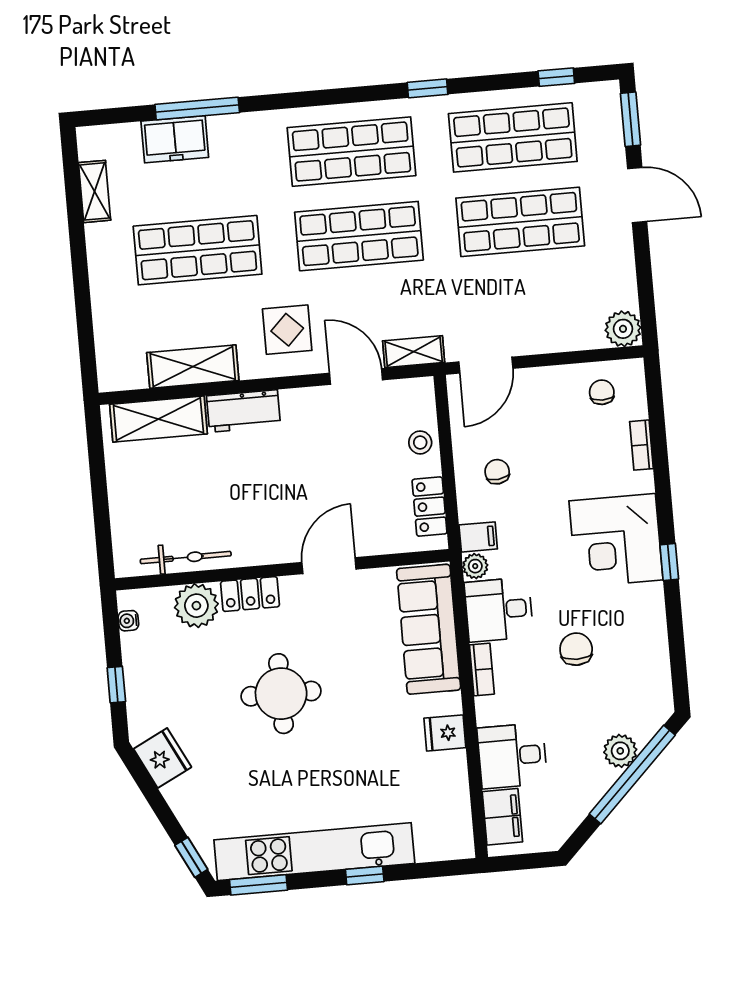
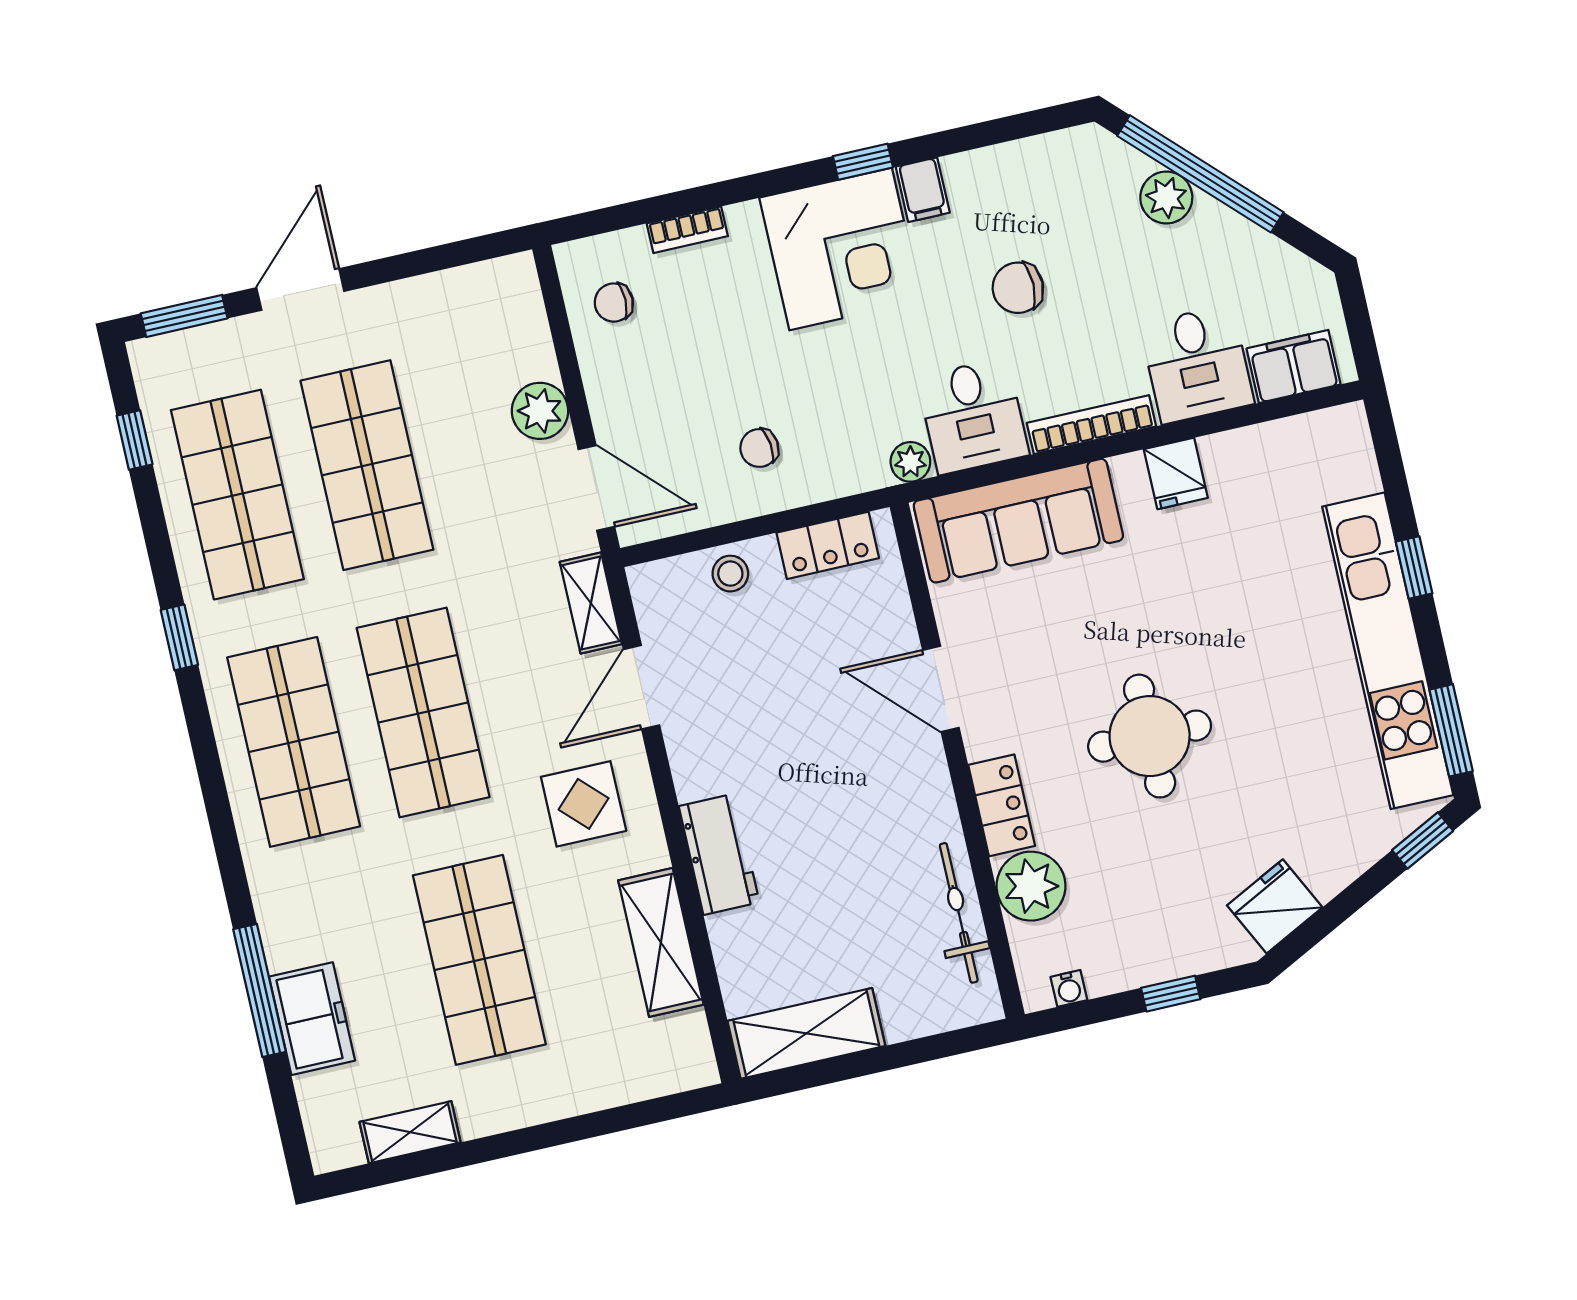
plant: (623, 329) -> (540, 411), moved
shelving: (158, 419) -> (806, 1033), moved, turned 90
filing cabinet: (478, 537) -> (923, 190), moved, turned 180
bookcase: (482, 669) -> (1091, 425), width x1.56

